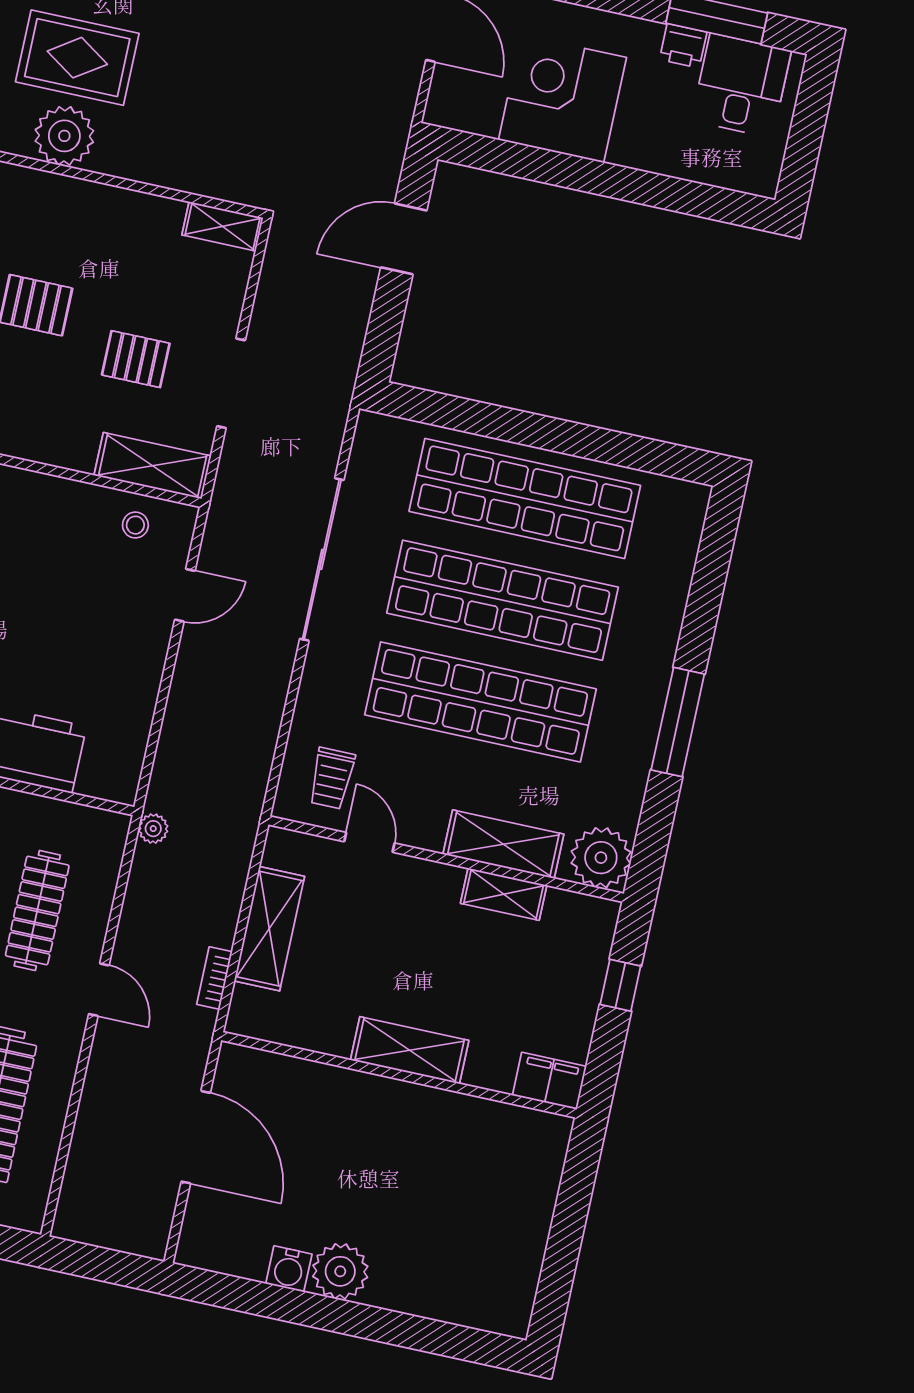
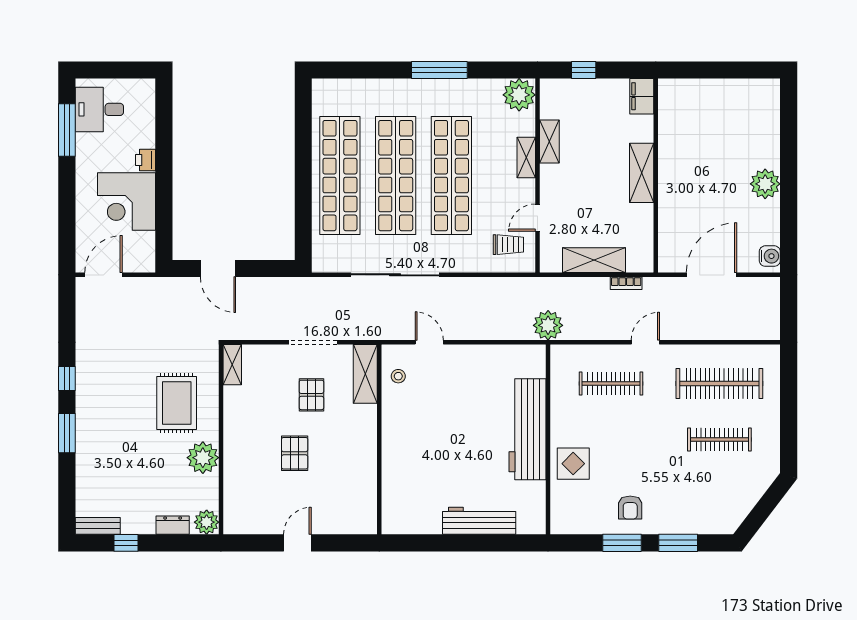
printer: (683, 46) -> (146, 160), moved, turned 180
rug: (77, 58) -> (177, 403), moved
plant: (153, 829) -> (548, 325), width x1.87, depth x1.87
shelving: (503, 844) -> (526, 158), width x0.67, depth x0.75
water cooler: (289, 1269) -> (770, 256), moved

